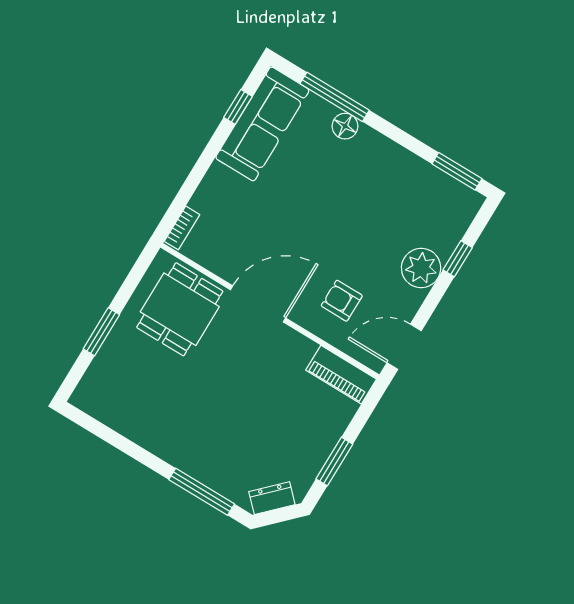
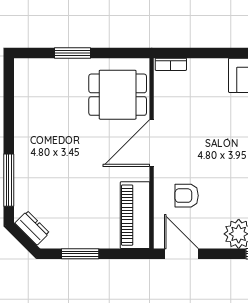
armchair: (342, 301) -> (187, 196), turned -90
door: (258, 304) -> (152, 143), swing flipped
piano: (341, 375) -> (135, 215), width x1.37, depth x1.33

